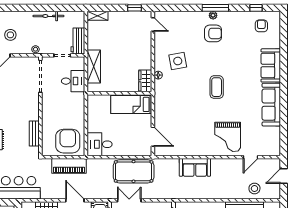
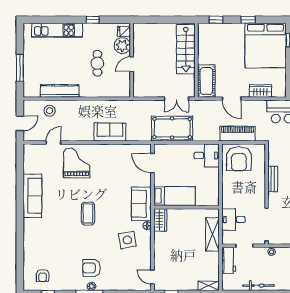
sofa: (271, 65) -> (141, 204), moved, turned 180
bench: (34, 134) -> (273, 179), moved

